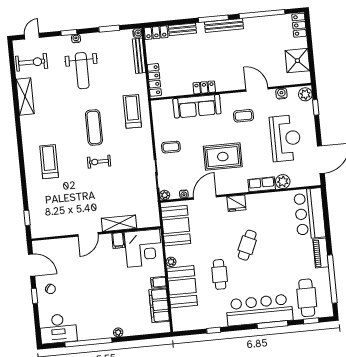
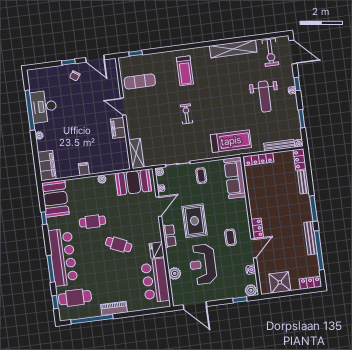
bench: (224, 25) -> (311, 238), moved
door: (32, 36) -> (293, 52), width x1.87
weight bench: (82, 71) -> (265, 96), turned -90
locker: (204, 87) -> (257, 228), moved
shelving: (25, 97) -> (233, 49), width x1.47
sofa: (197, 106) -> (235, 178), moved
treadmill: (132, 111) -> (231, 141), width x1.37, depth x1.38
exercise mat: (94, 127) -> (140, 81), moved
reception desk: (285, 138) -> (203, 264), moved, turned 90
treadmill: (49, 162) -> (185, 71), turned 90
row of seats: (262, 184) -> (169, 236), moved
door: (205, 197) -> (159, 207), hinge flipped
fridge: (236, 203) -> (157, 250), moved
bar counter: (310, 213) -> (155, 280), moved, turned -90
shelving: (119, 223) -> (136, 153), moved
filing cabinet: (118, 240) -> (118, 128), width x2.00
corner desk: (143, 248) -> (113, 155), removed
door: (32, 265) -> (95, 59), hinge flipped
booth: (182, 287) -> (55, 199), moved, turned 90
filing cabinet: (159, 305) -> (47, 165), moved, turned 90
desk: (58, 329) -> (44, 107), moved

